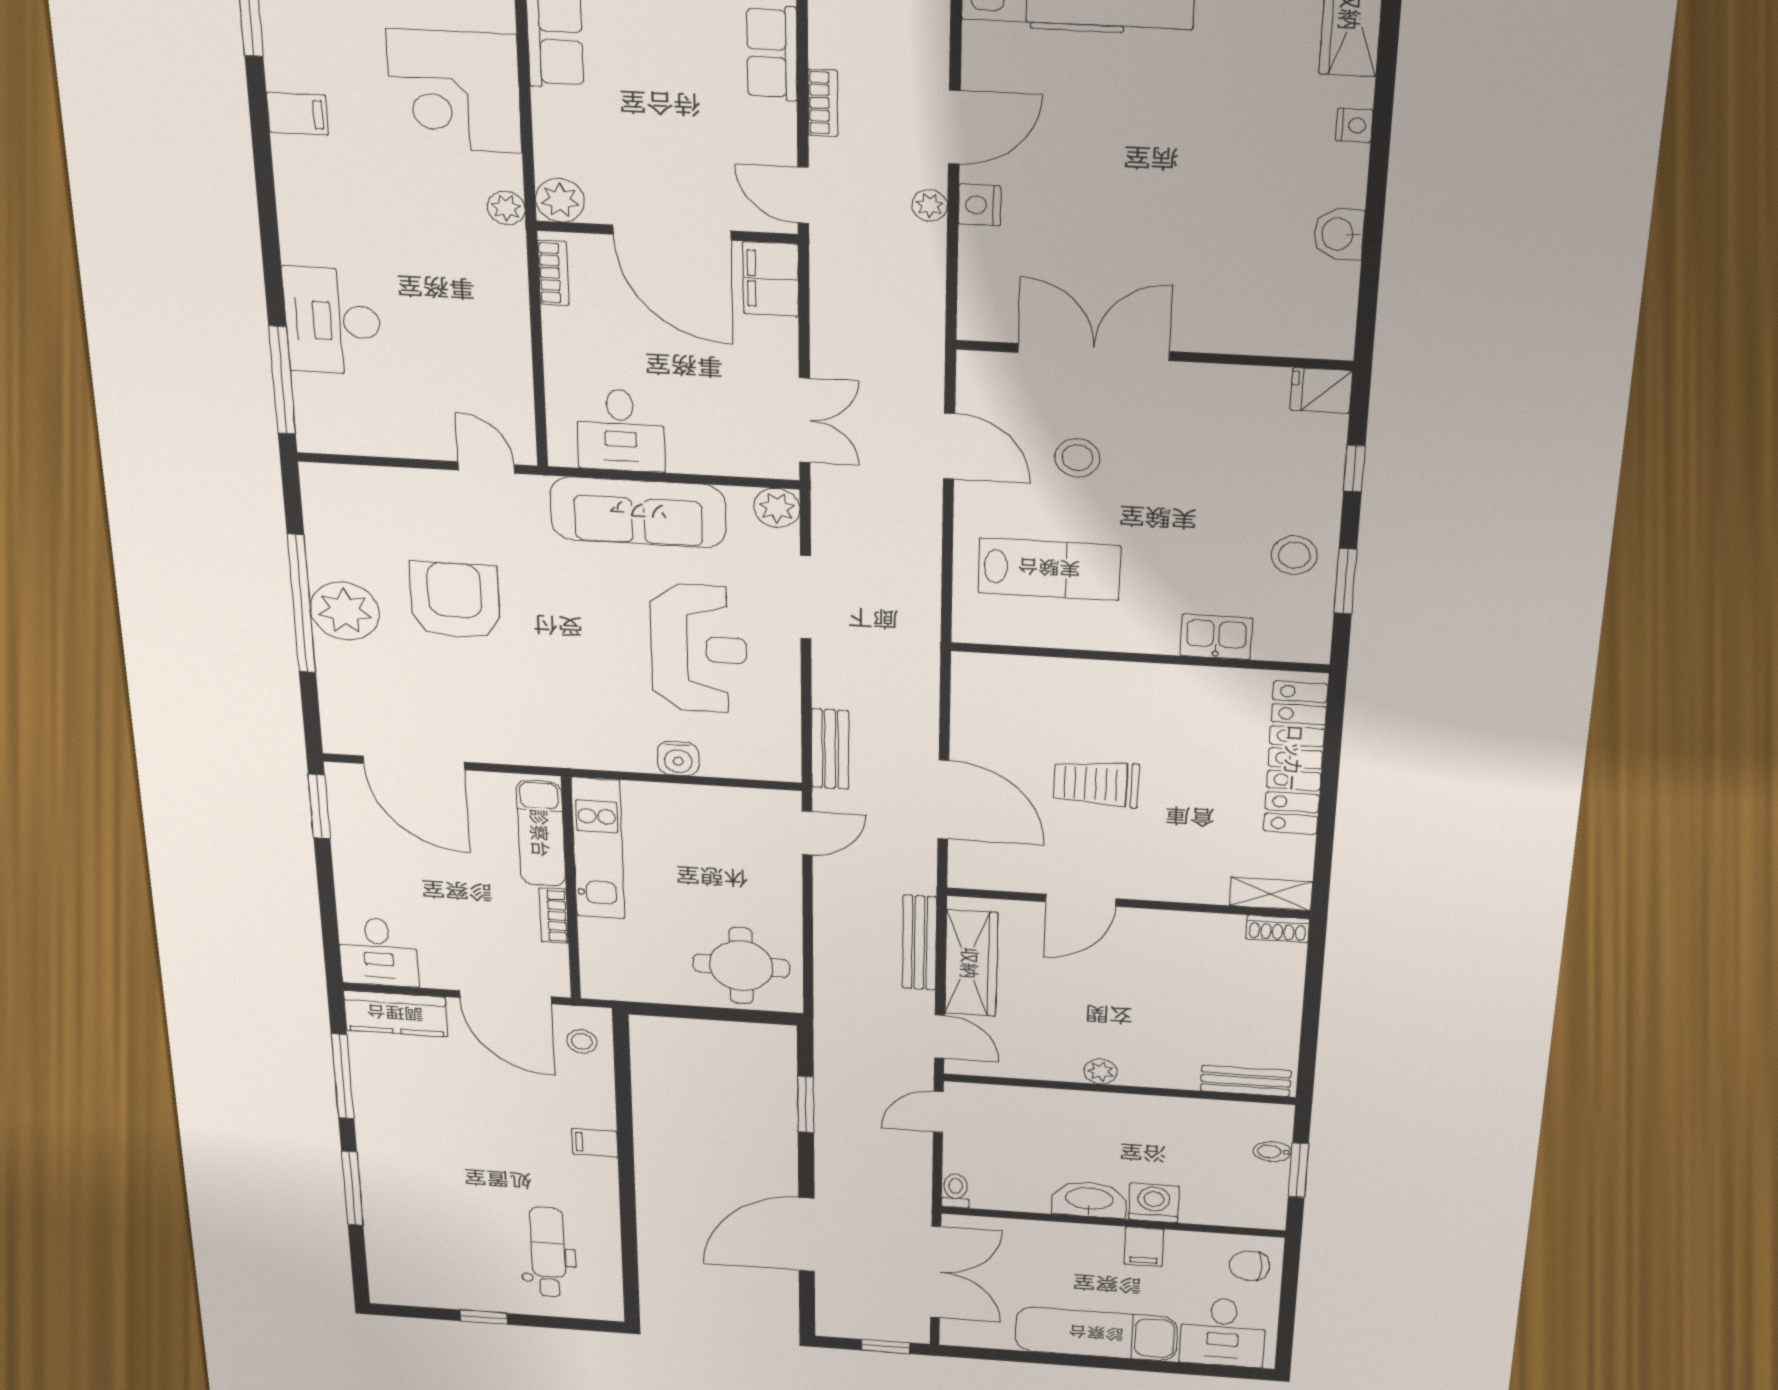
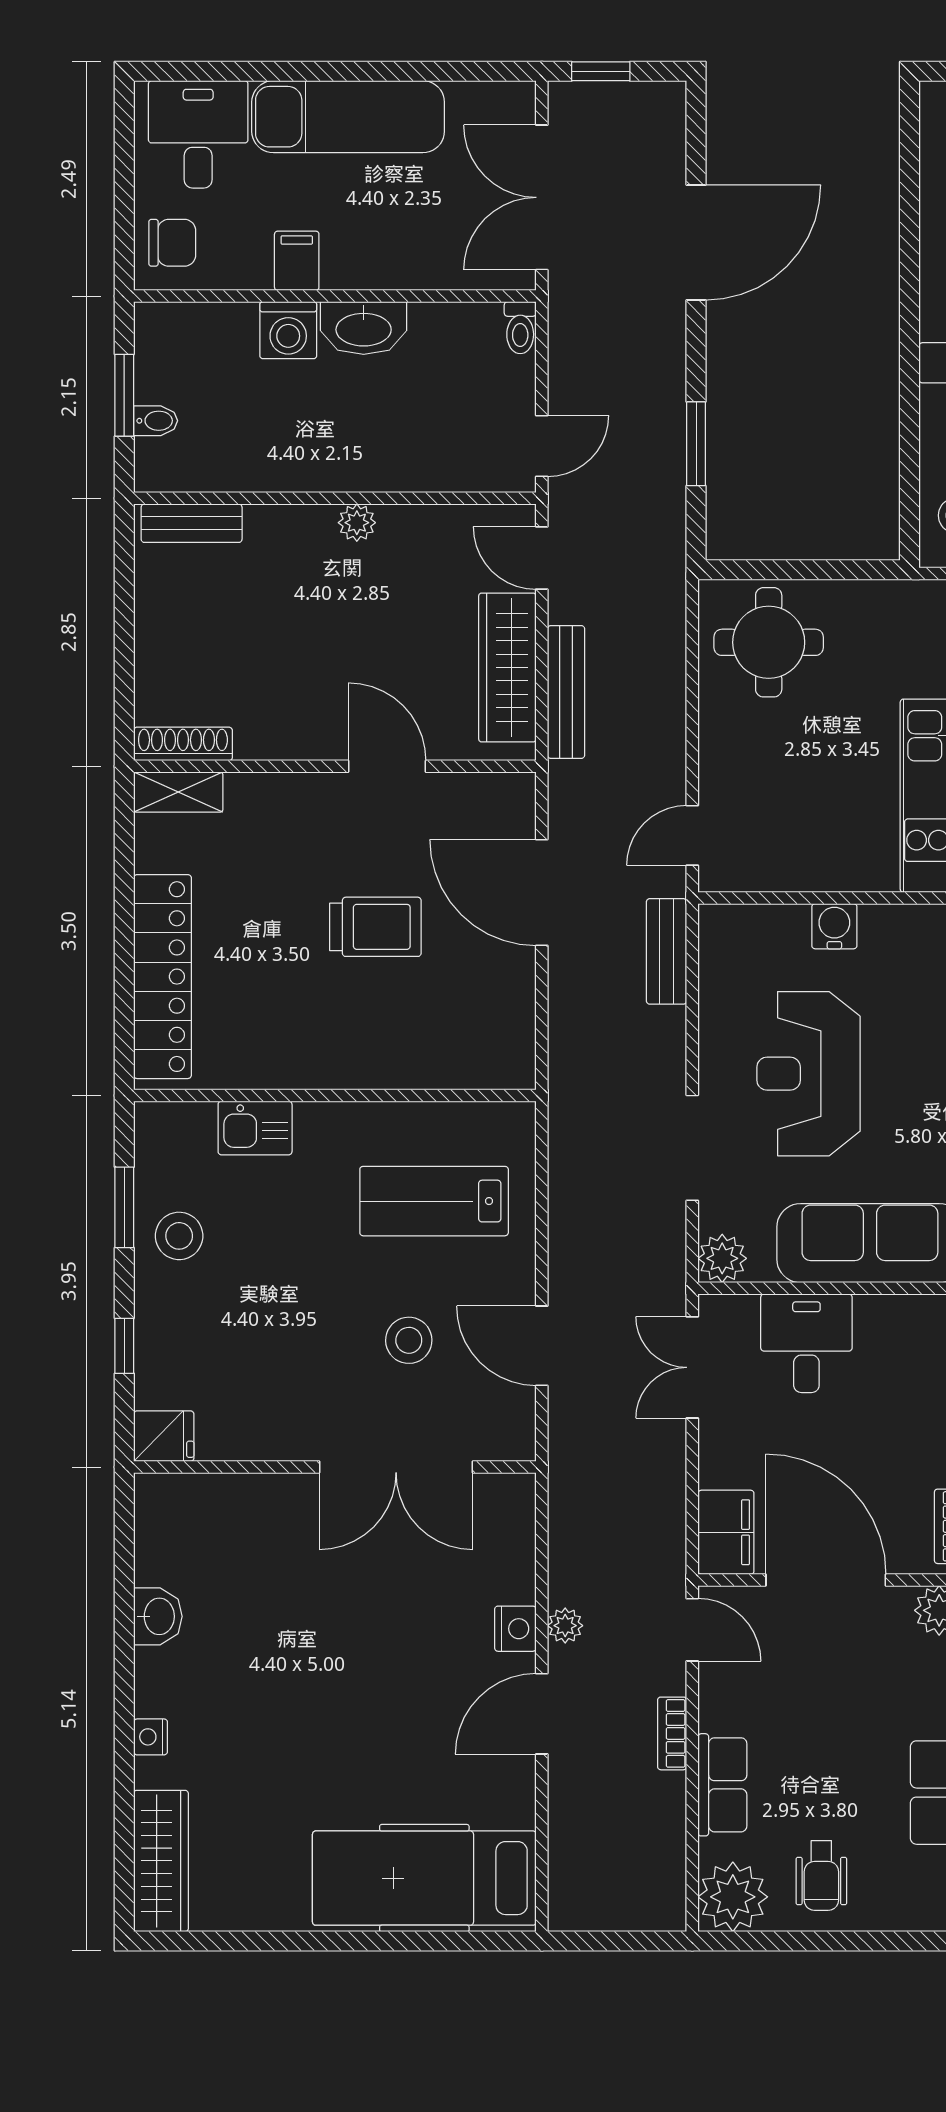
desk: (621, 430) -> (806, 1343), moved
door: (1081, 900) -> (387, 766), hinge flipped
shoe rack: (1278, 929) -> (183, 744), width x1.43

